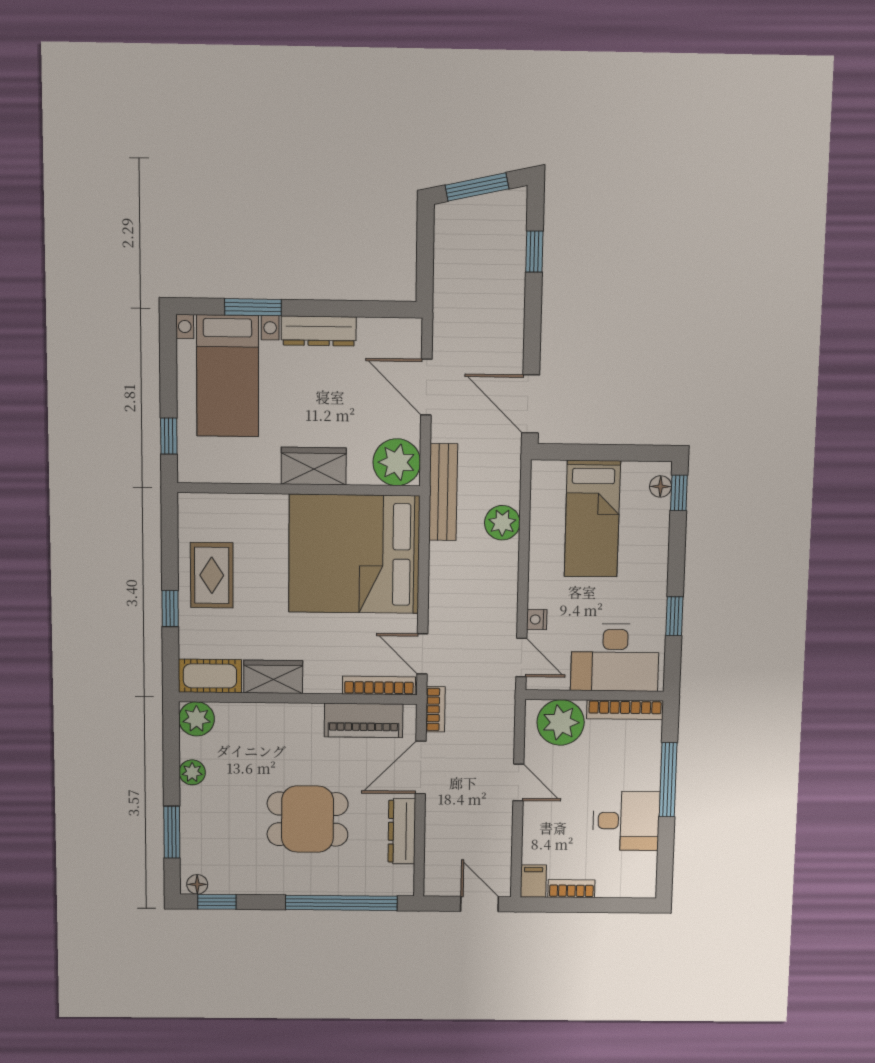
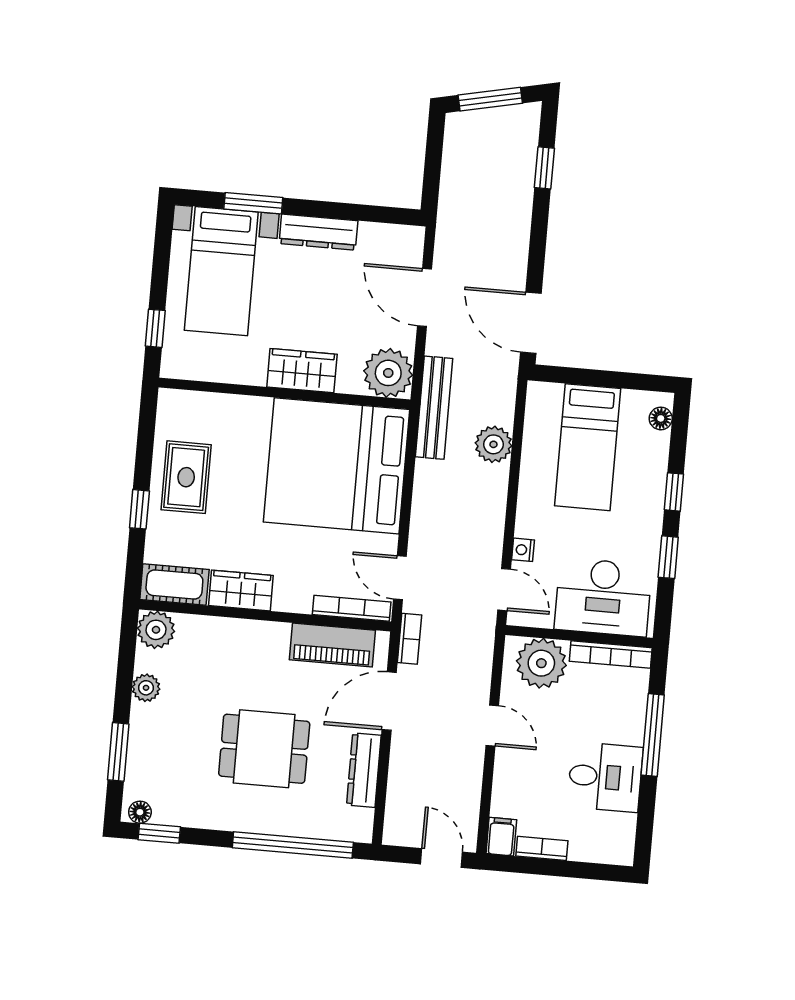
window: (679, 493) -> (674, 492), moved

